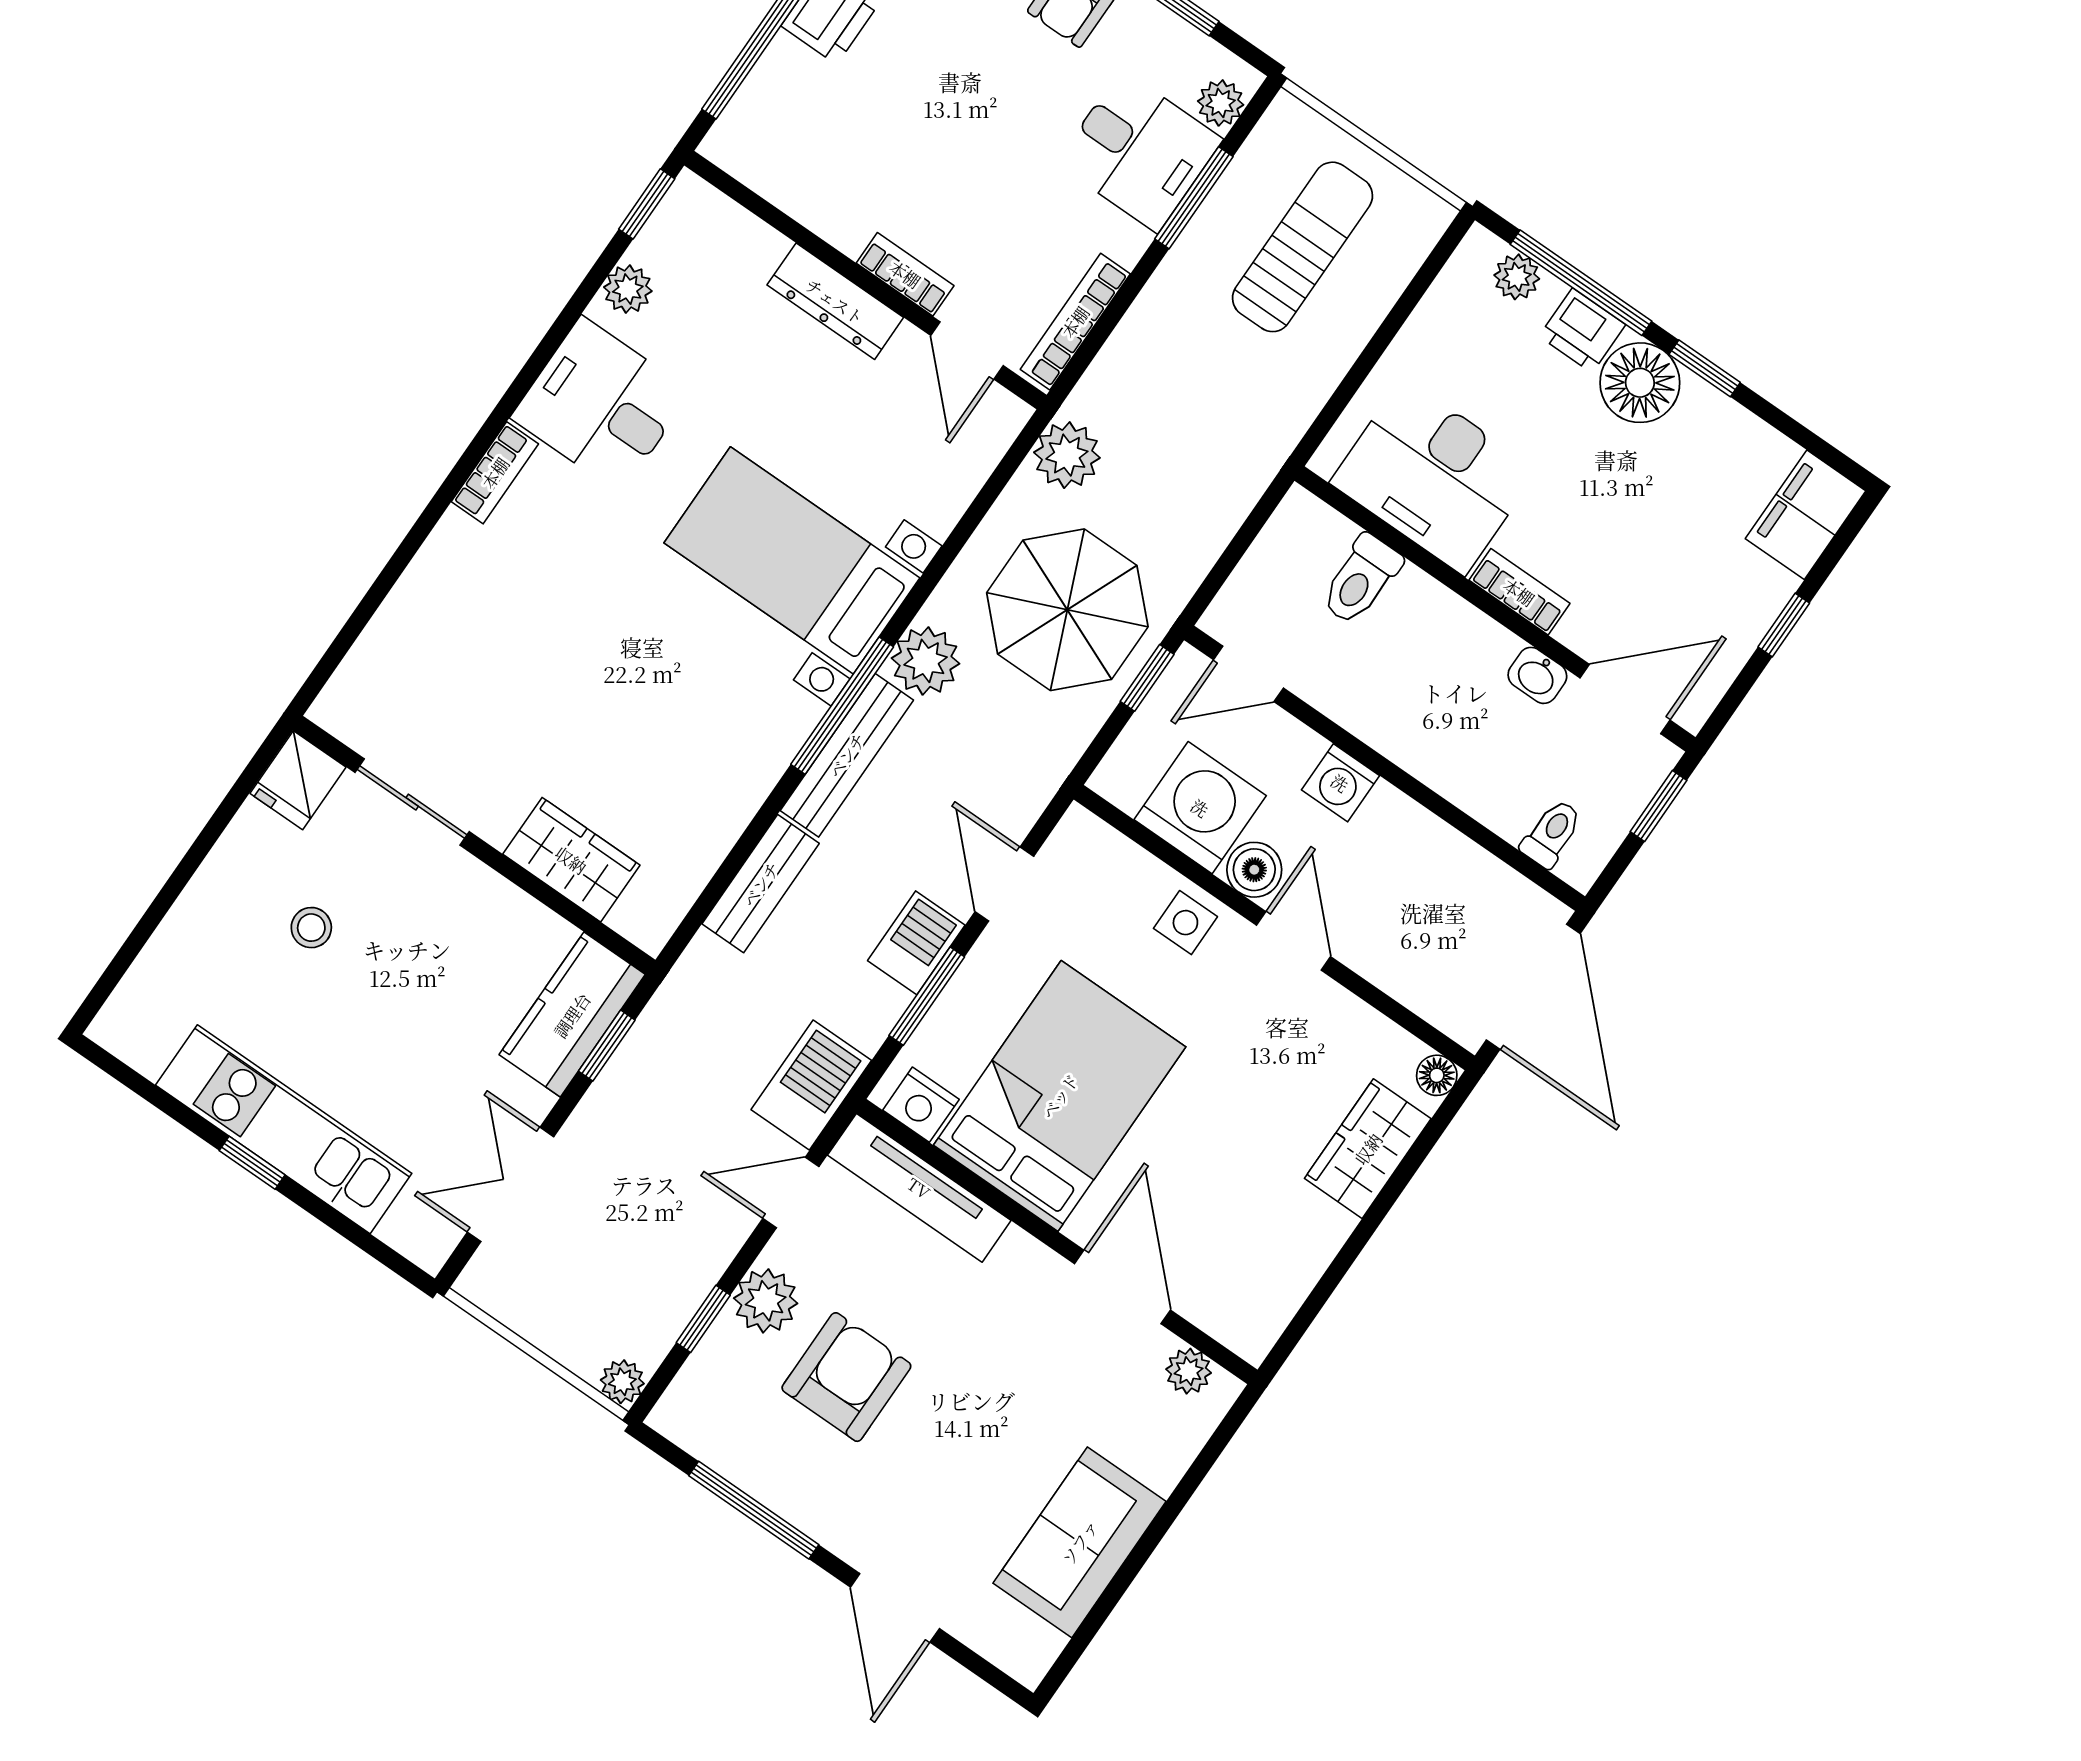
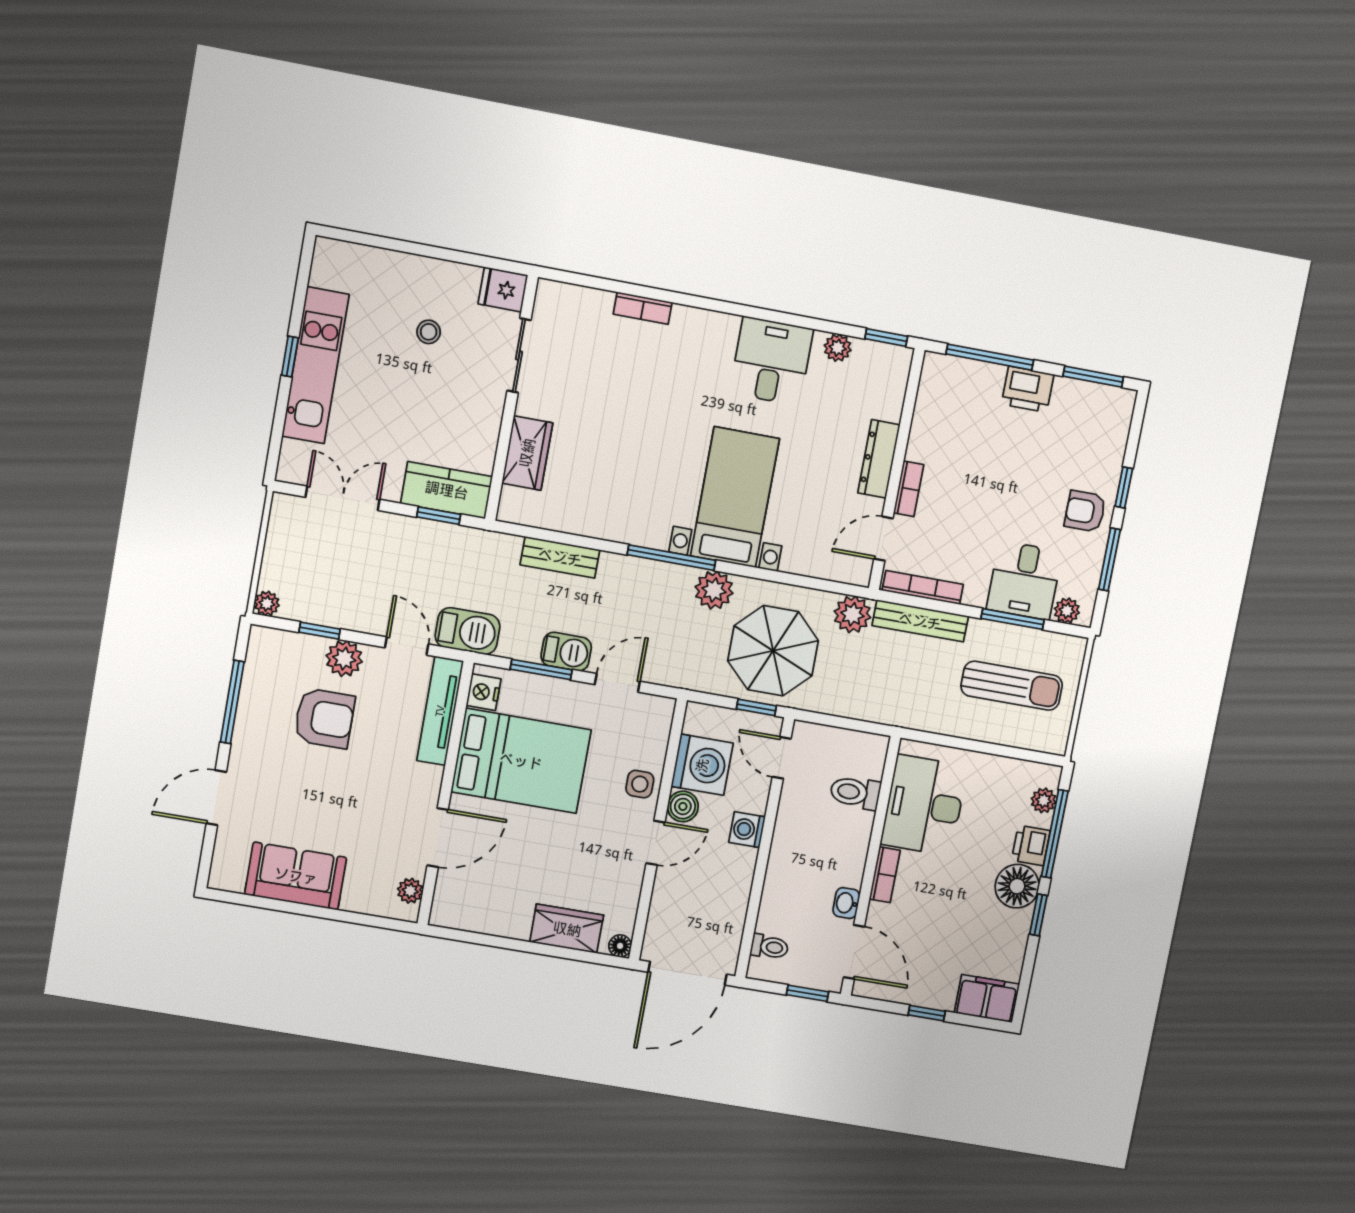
bookcase: (495, 473) -> (643, 308), moved
bench: (847, 755) -> (920, 621), moved

